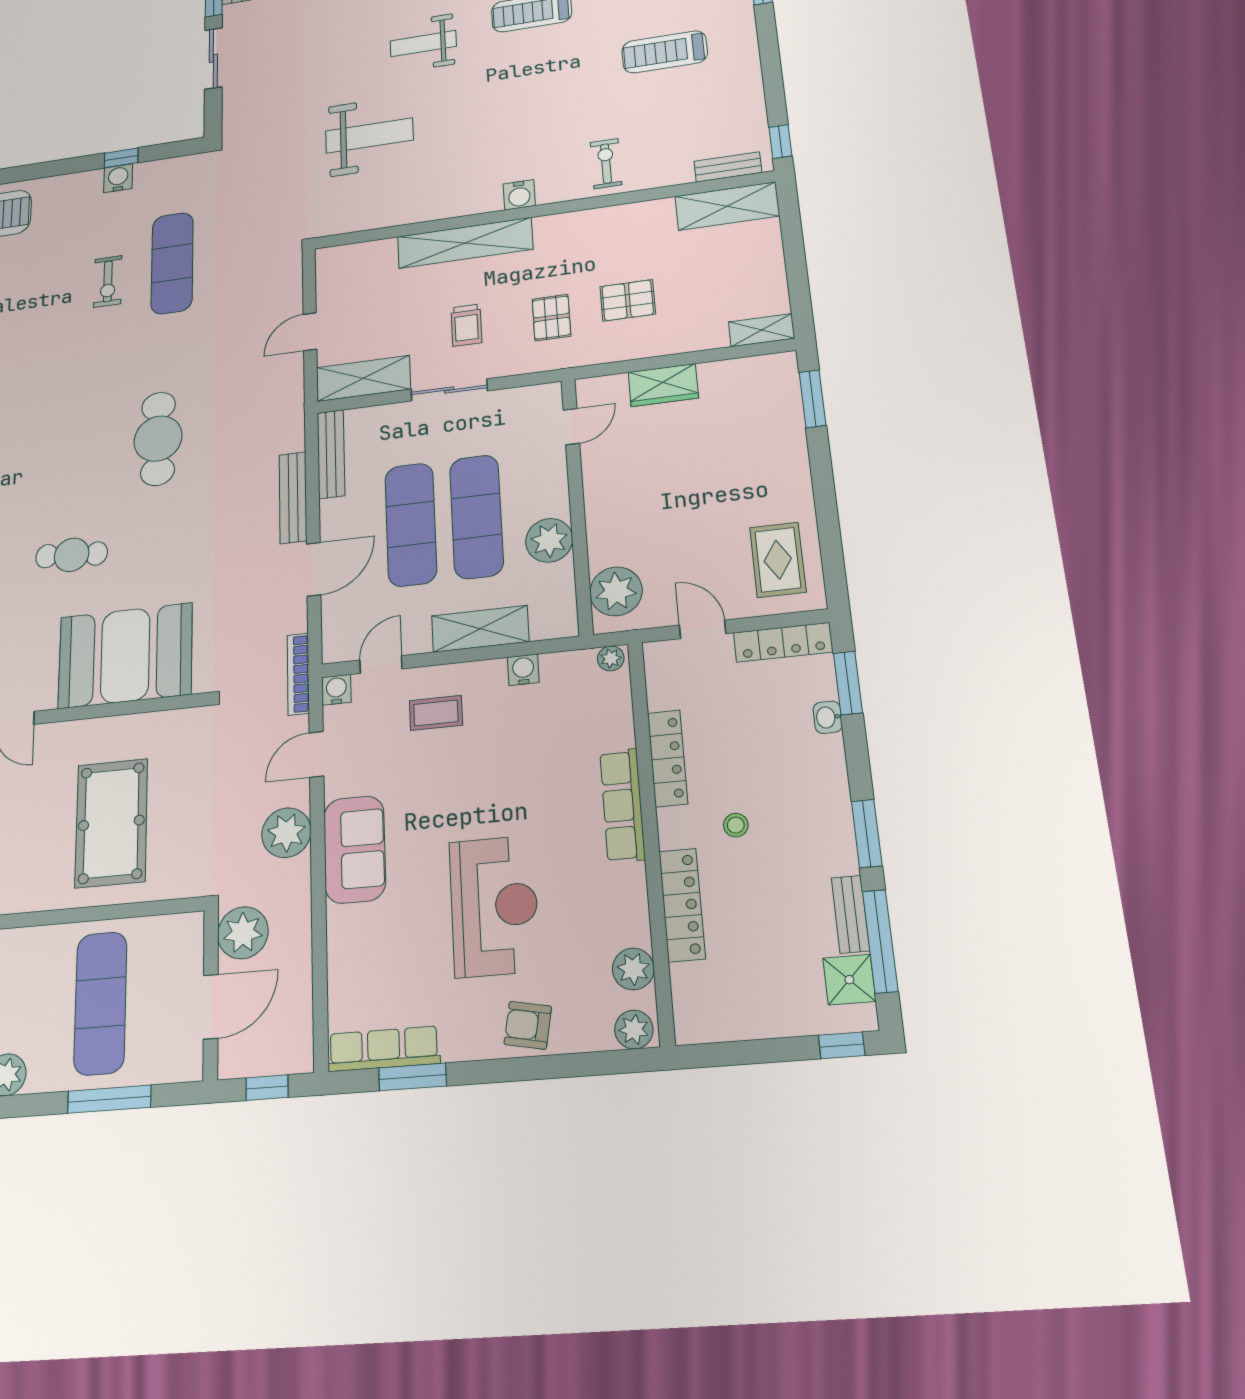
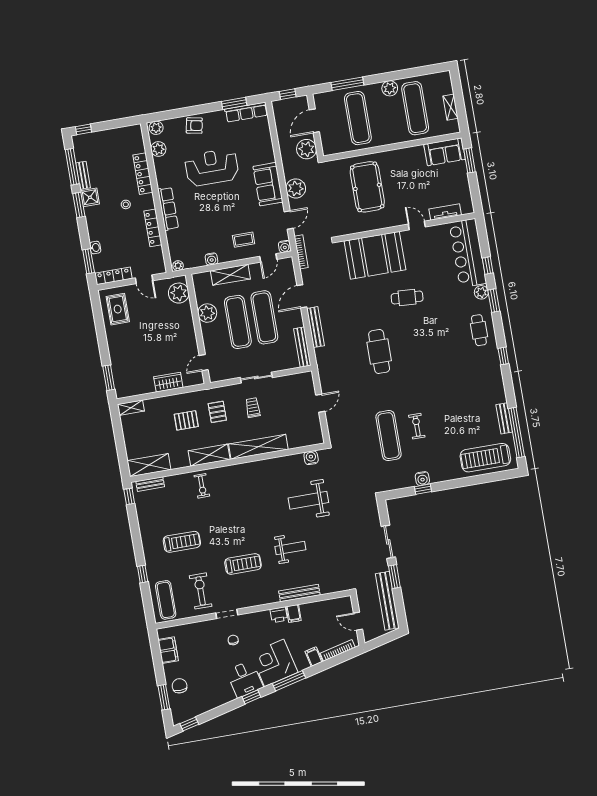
water cooler: (519, 195) -> (311, 458), moved
shelving: (363, 378) -> (209, 455), moved
reception desk: (494, 906) -> (212, 167), turned 90
shower: (849, 980) -> (90, 197), moved

